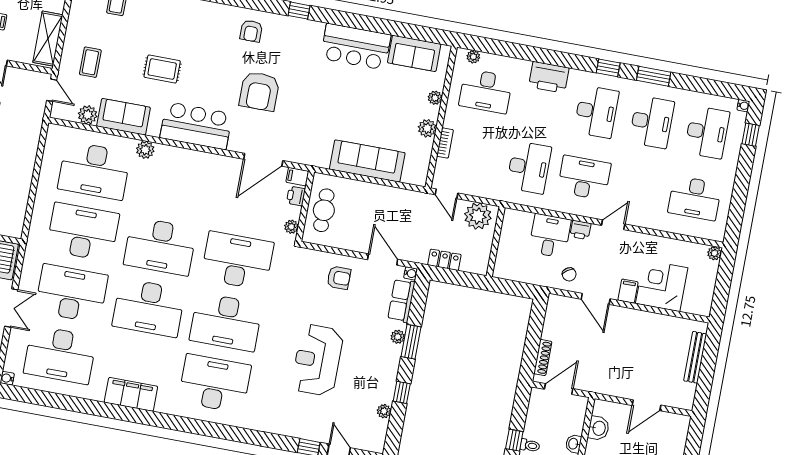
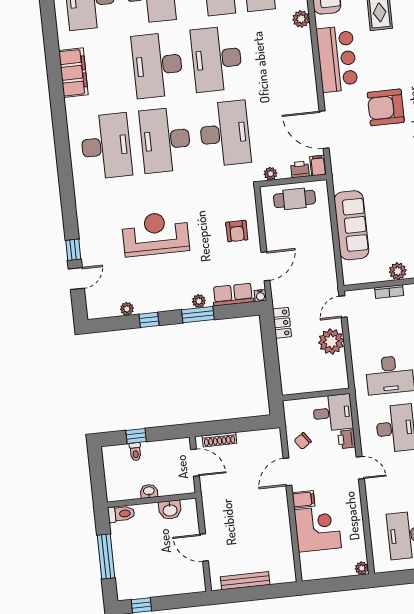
wall: (496, 242) -> (316, 394), moved
bench: (695, 357) -> (245, 581), moved

